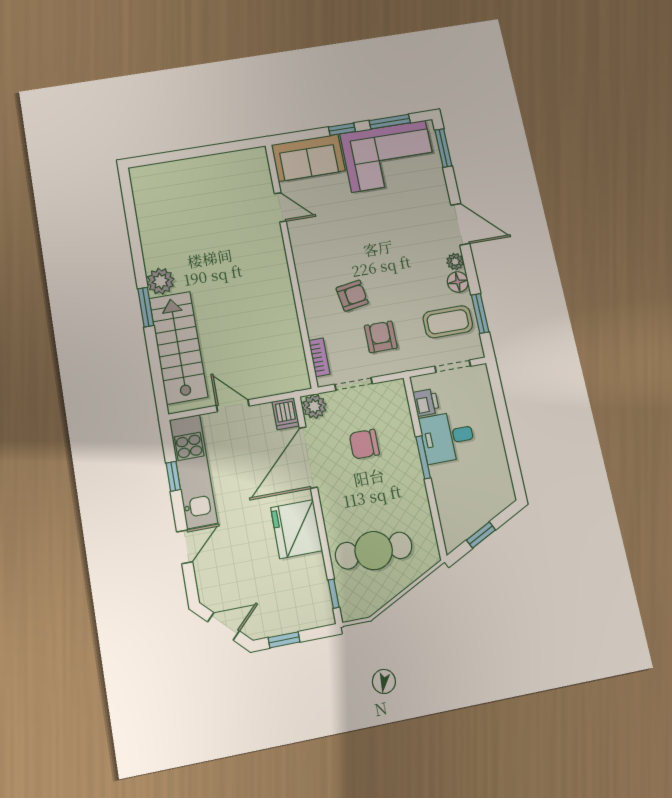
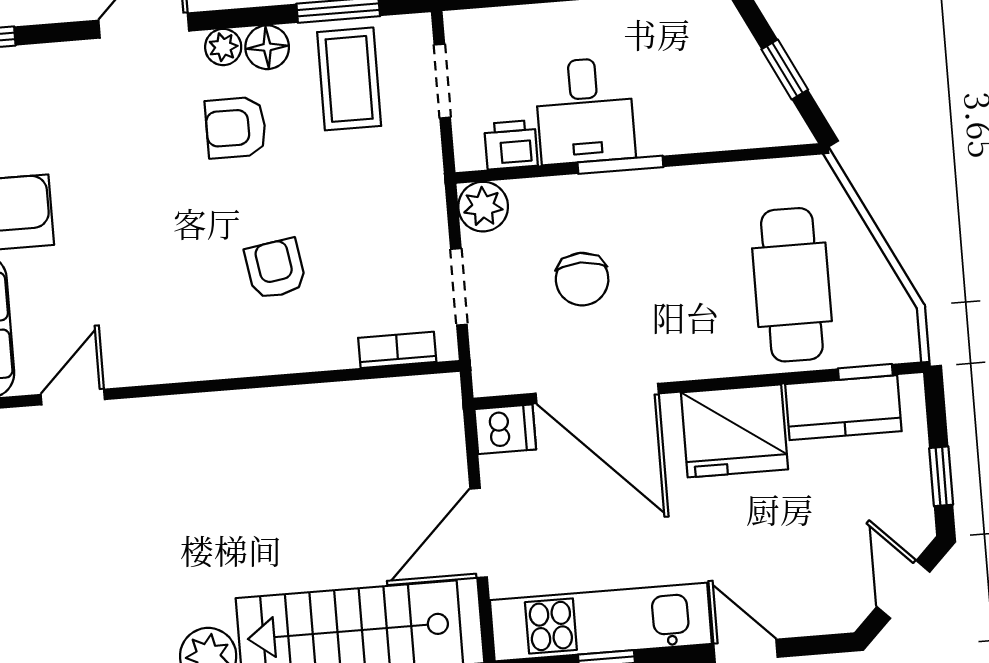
armchair: (381, 337) -> (236, 128), moved
door: (233, 406) -> (479, 533), width x1.38
plant: (314, 406) -> (483, 207), moved
kitchen counter: (314, 584) -> (843, 408), added

